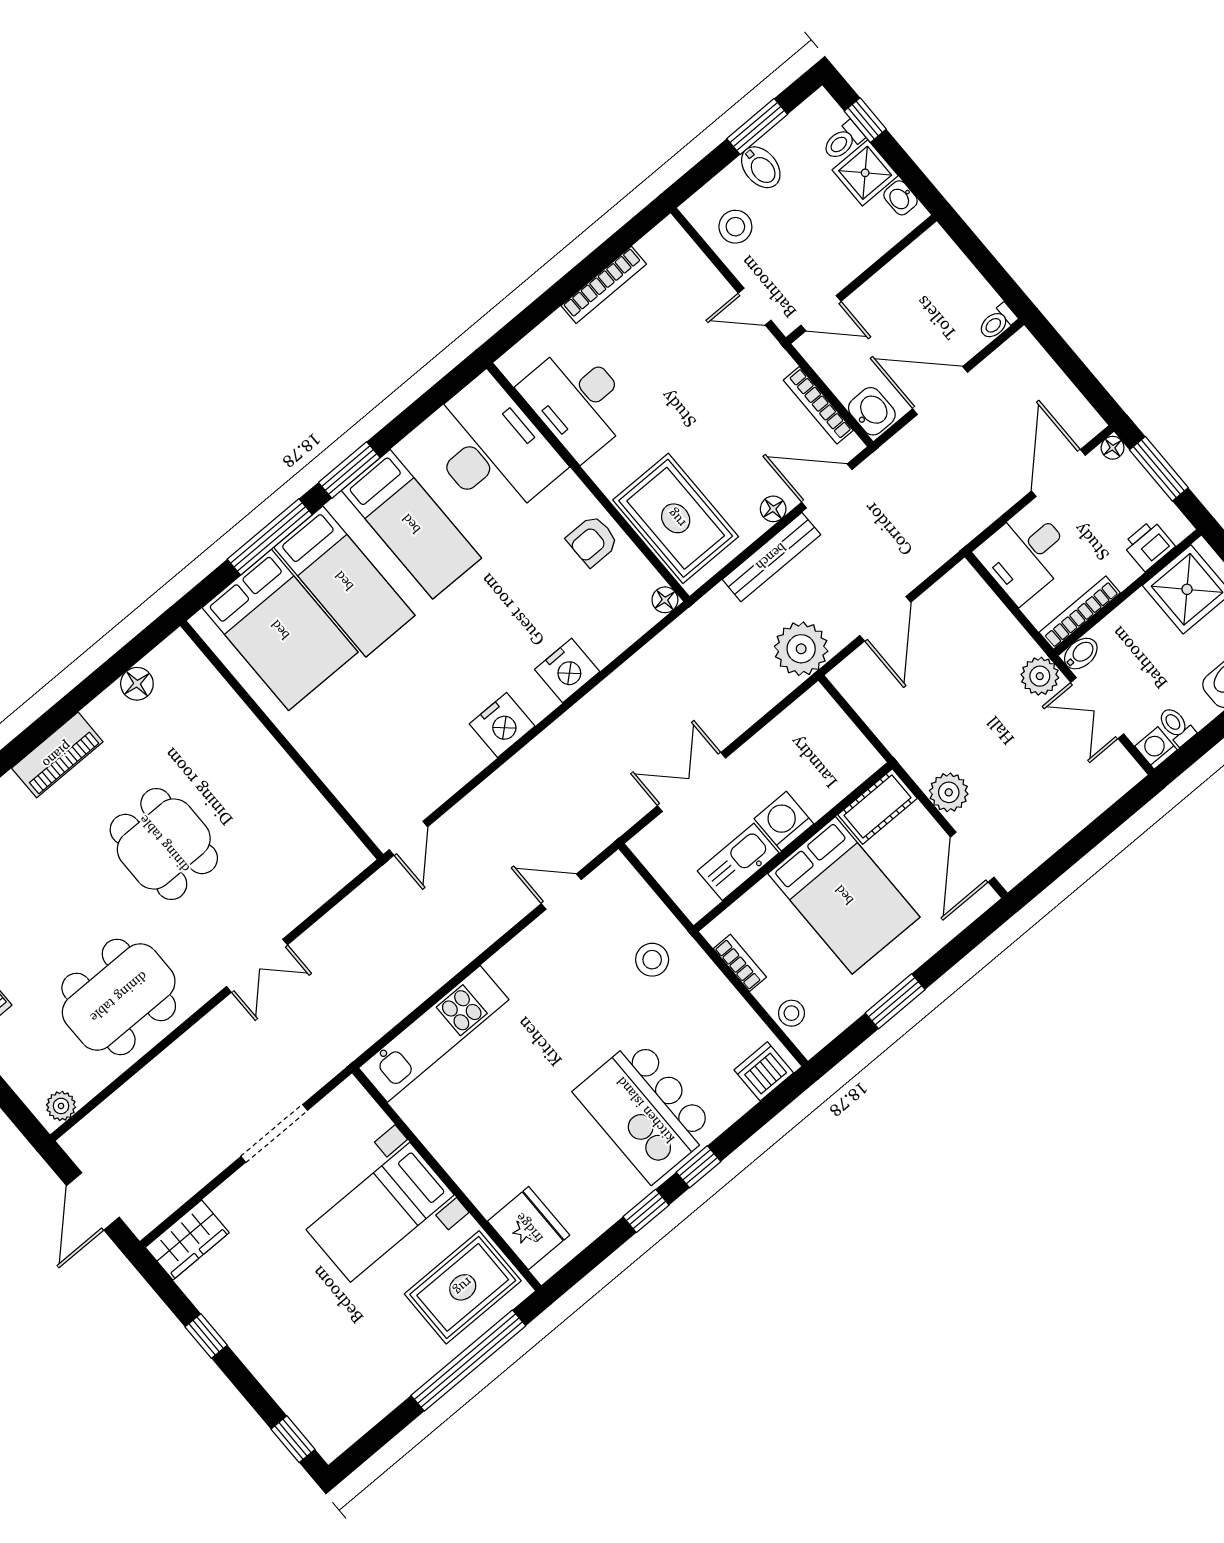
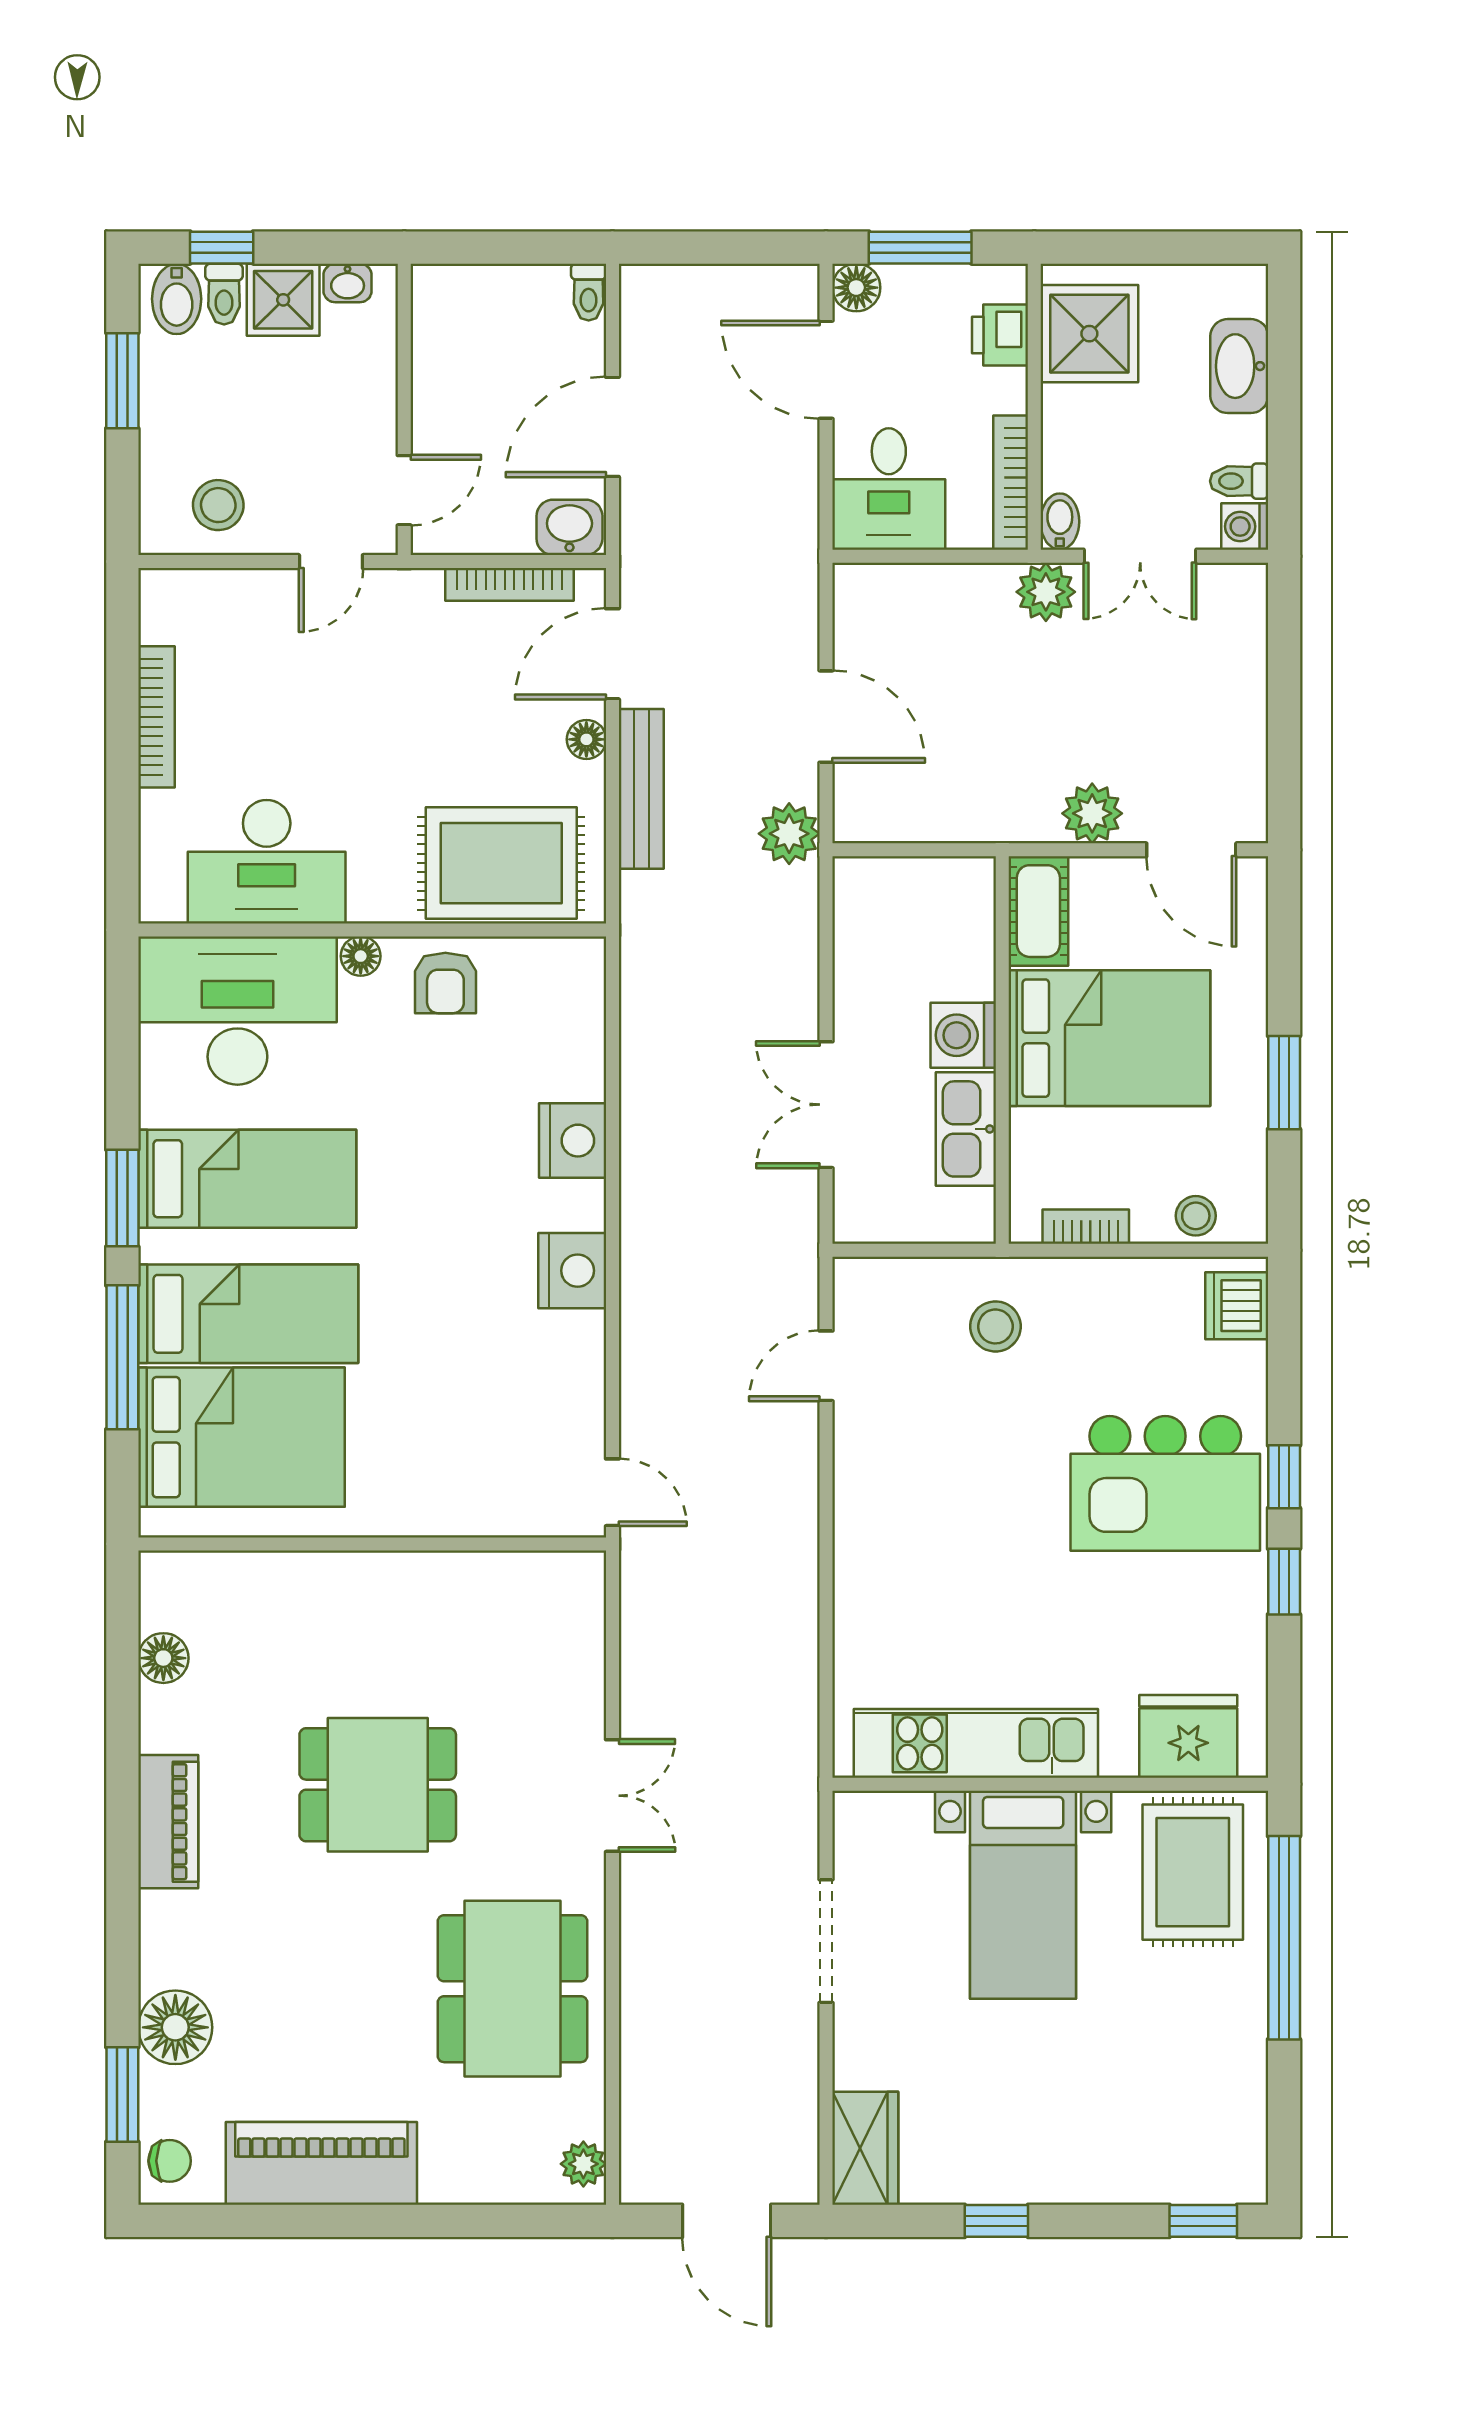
bidet: (761, 167) -> (177, 299), moved, turned 90
floor lamp: (1113, 448) -> (856, 288), width x1.37, depth x1.37
floor lamp: (665, 600) -> (361, 956), moved
plant: (801, 649) -> (789, 834), width x0.73, depth x0.73
kitchen unit: (434, 1034) -> (976, 1743), moved, turned -90

